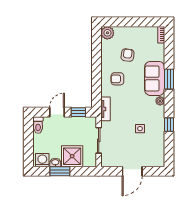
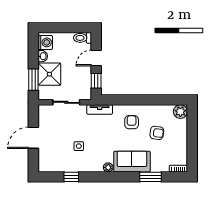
window: (169, 79) -> (150, 177), moved
door: (57, 112) -> (96, 58), swing flipped
window: (169, 125) -> (71, 177), moved
window: (60, 171) -> (33, 80), moved
door: (132, 171) -> (33, 138), hinge flipped

